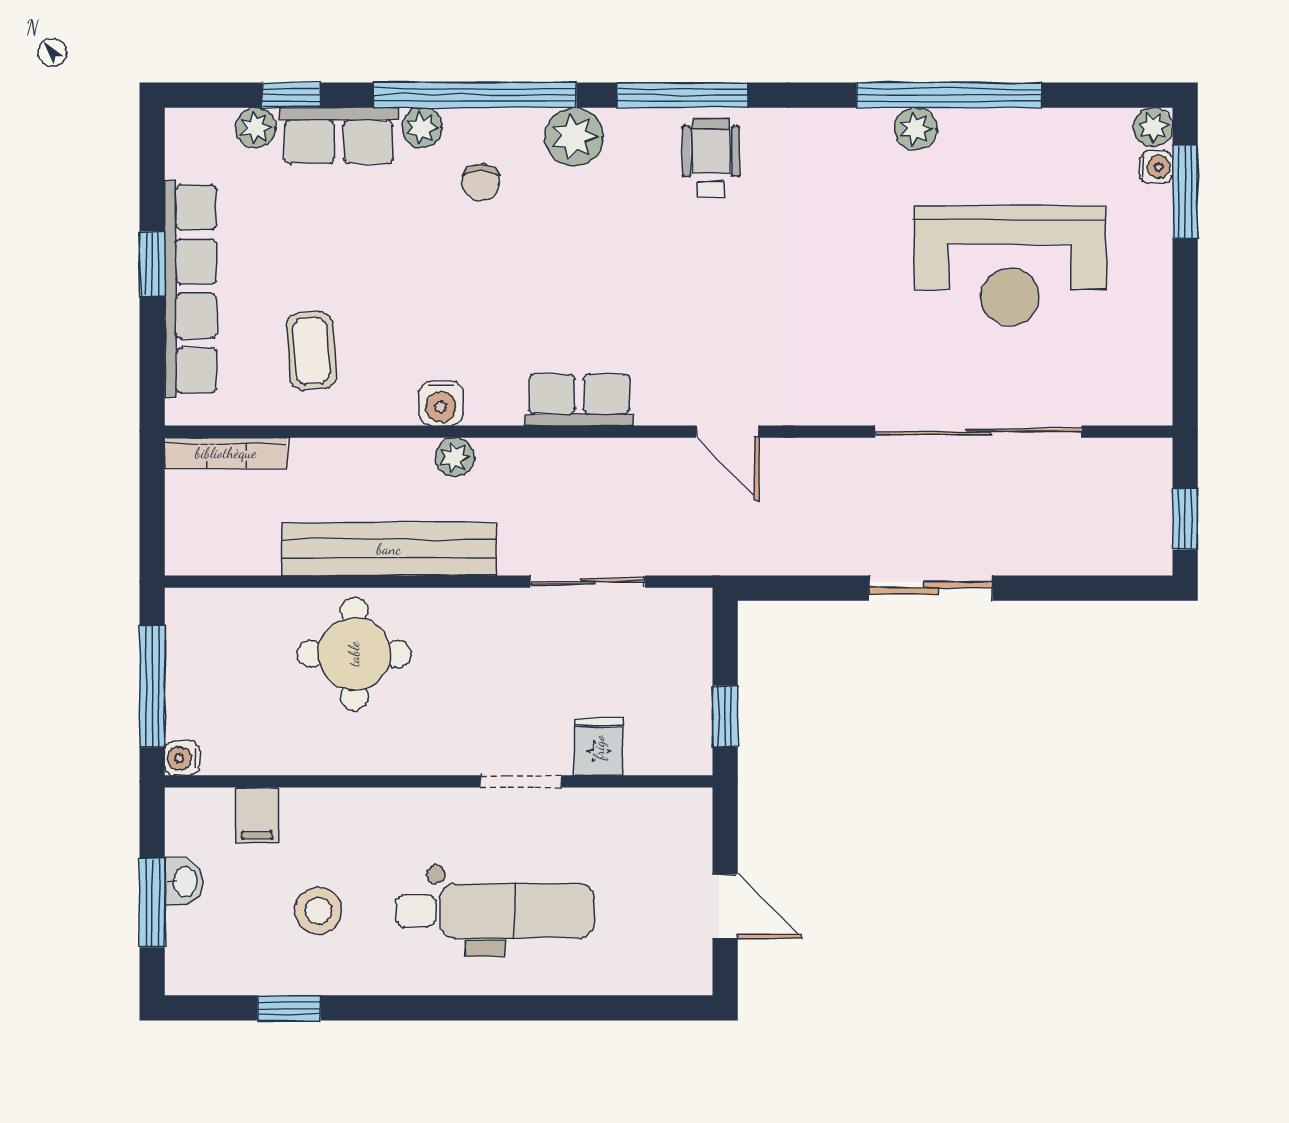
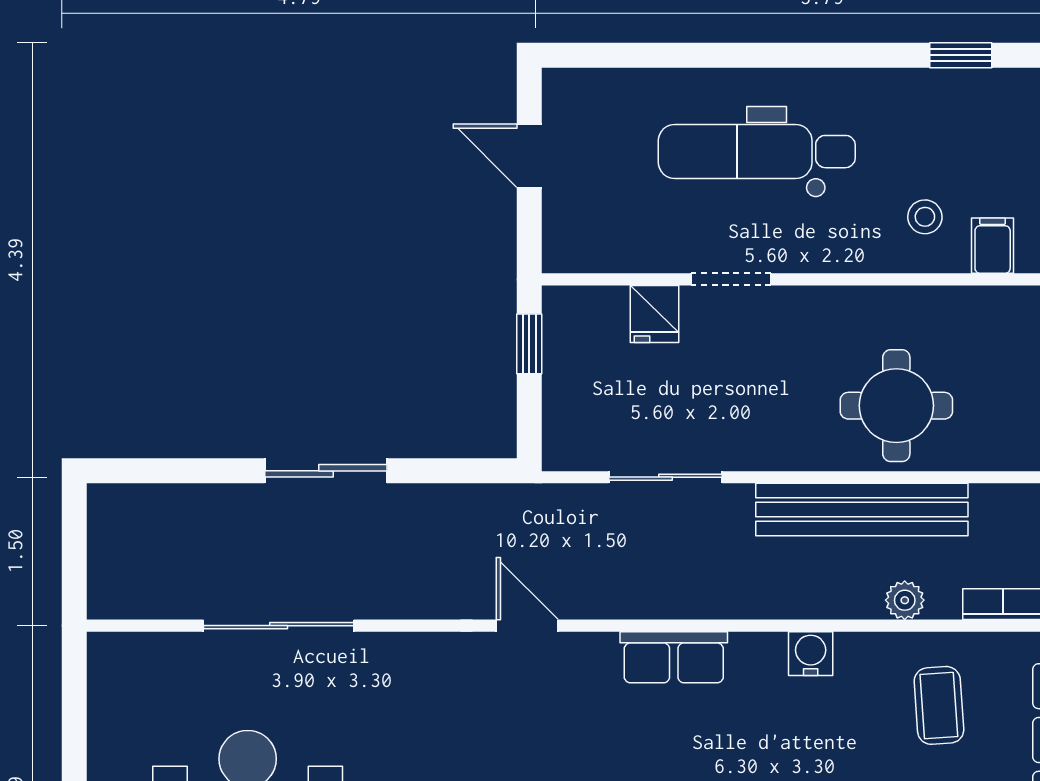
sliding door: (979, 432) -> (279, 626), width x0.73
plant: (455, 457) -> (905, 600), moved
window: (1185, 519) -> (74, 539), removed
stool: (318, 911) -> (925, 217), moved, width x0.73, depth x0.73

